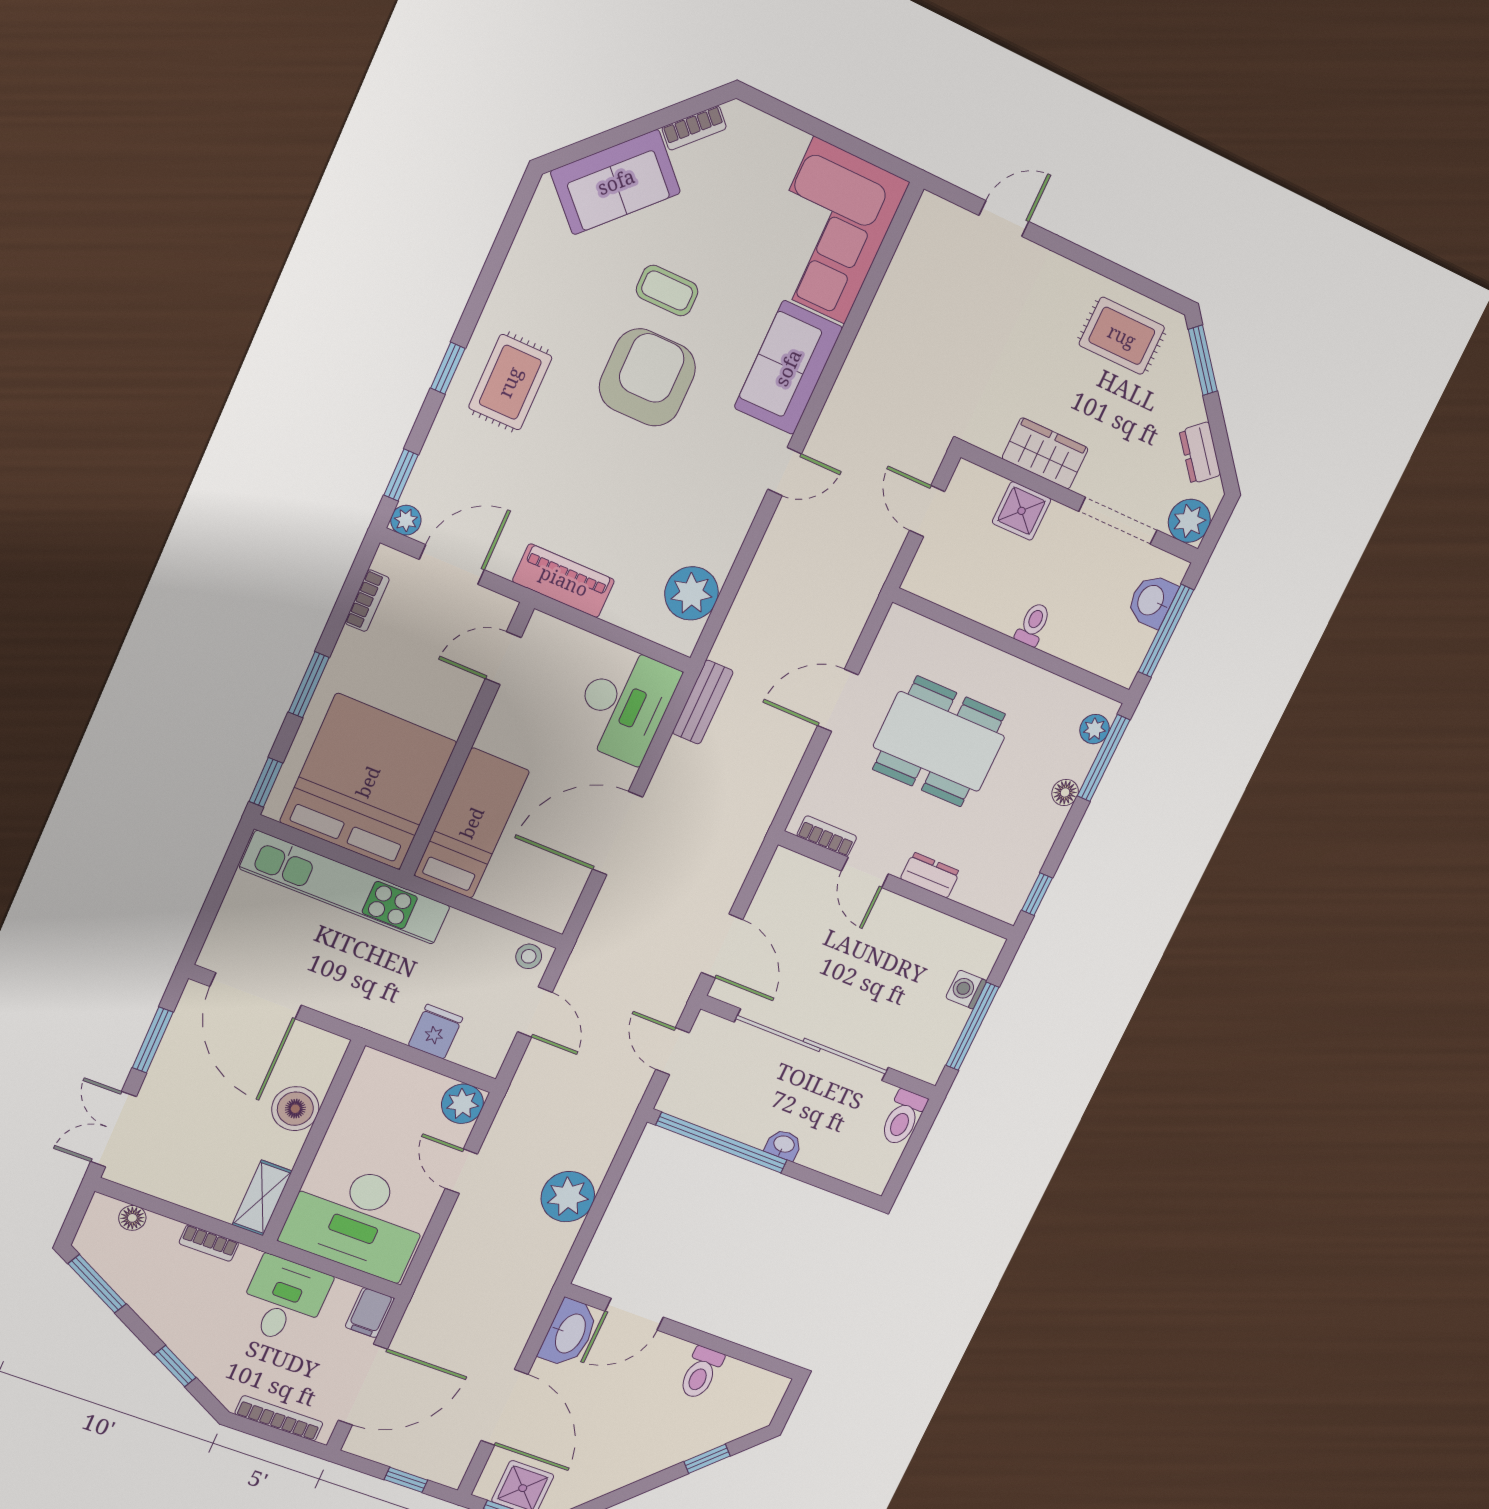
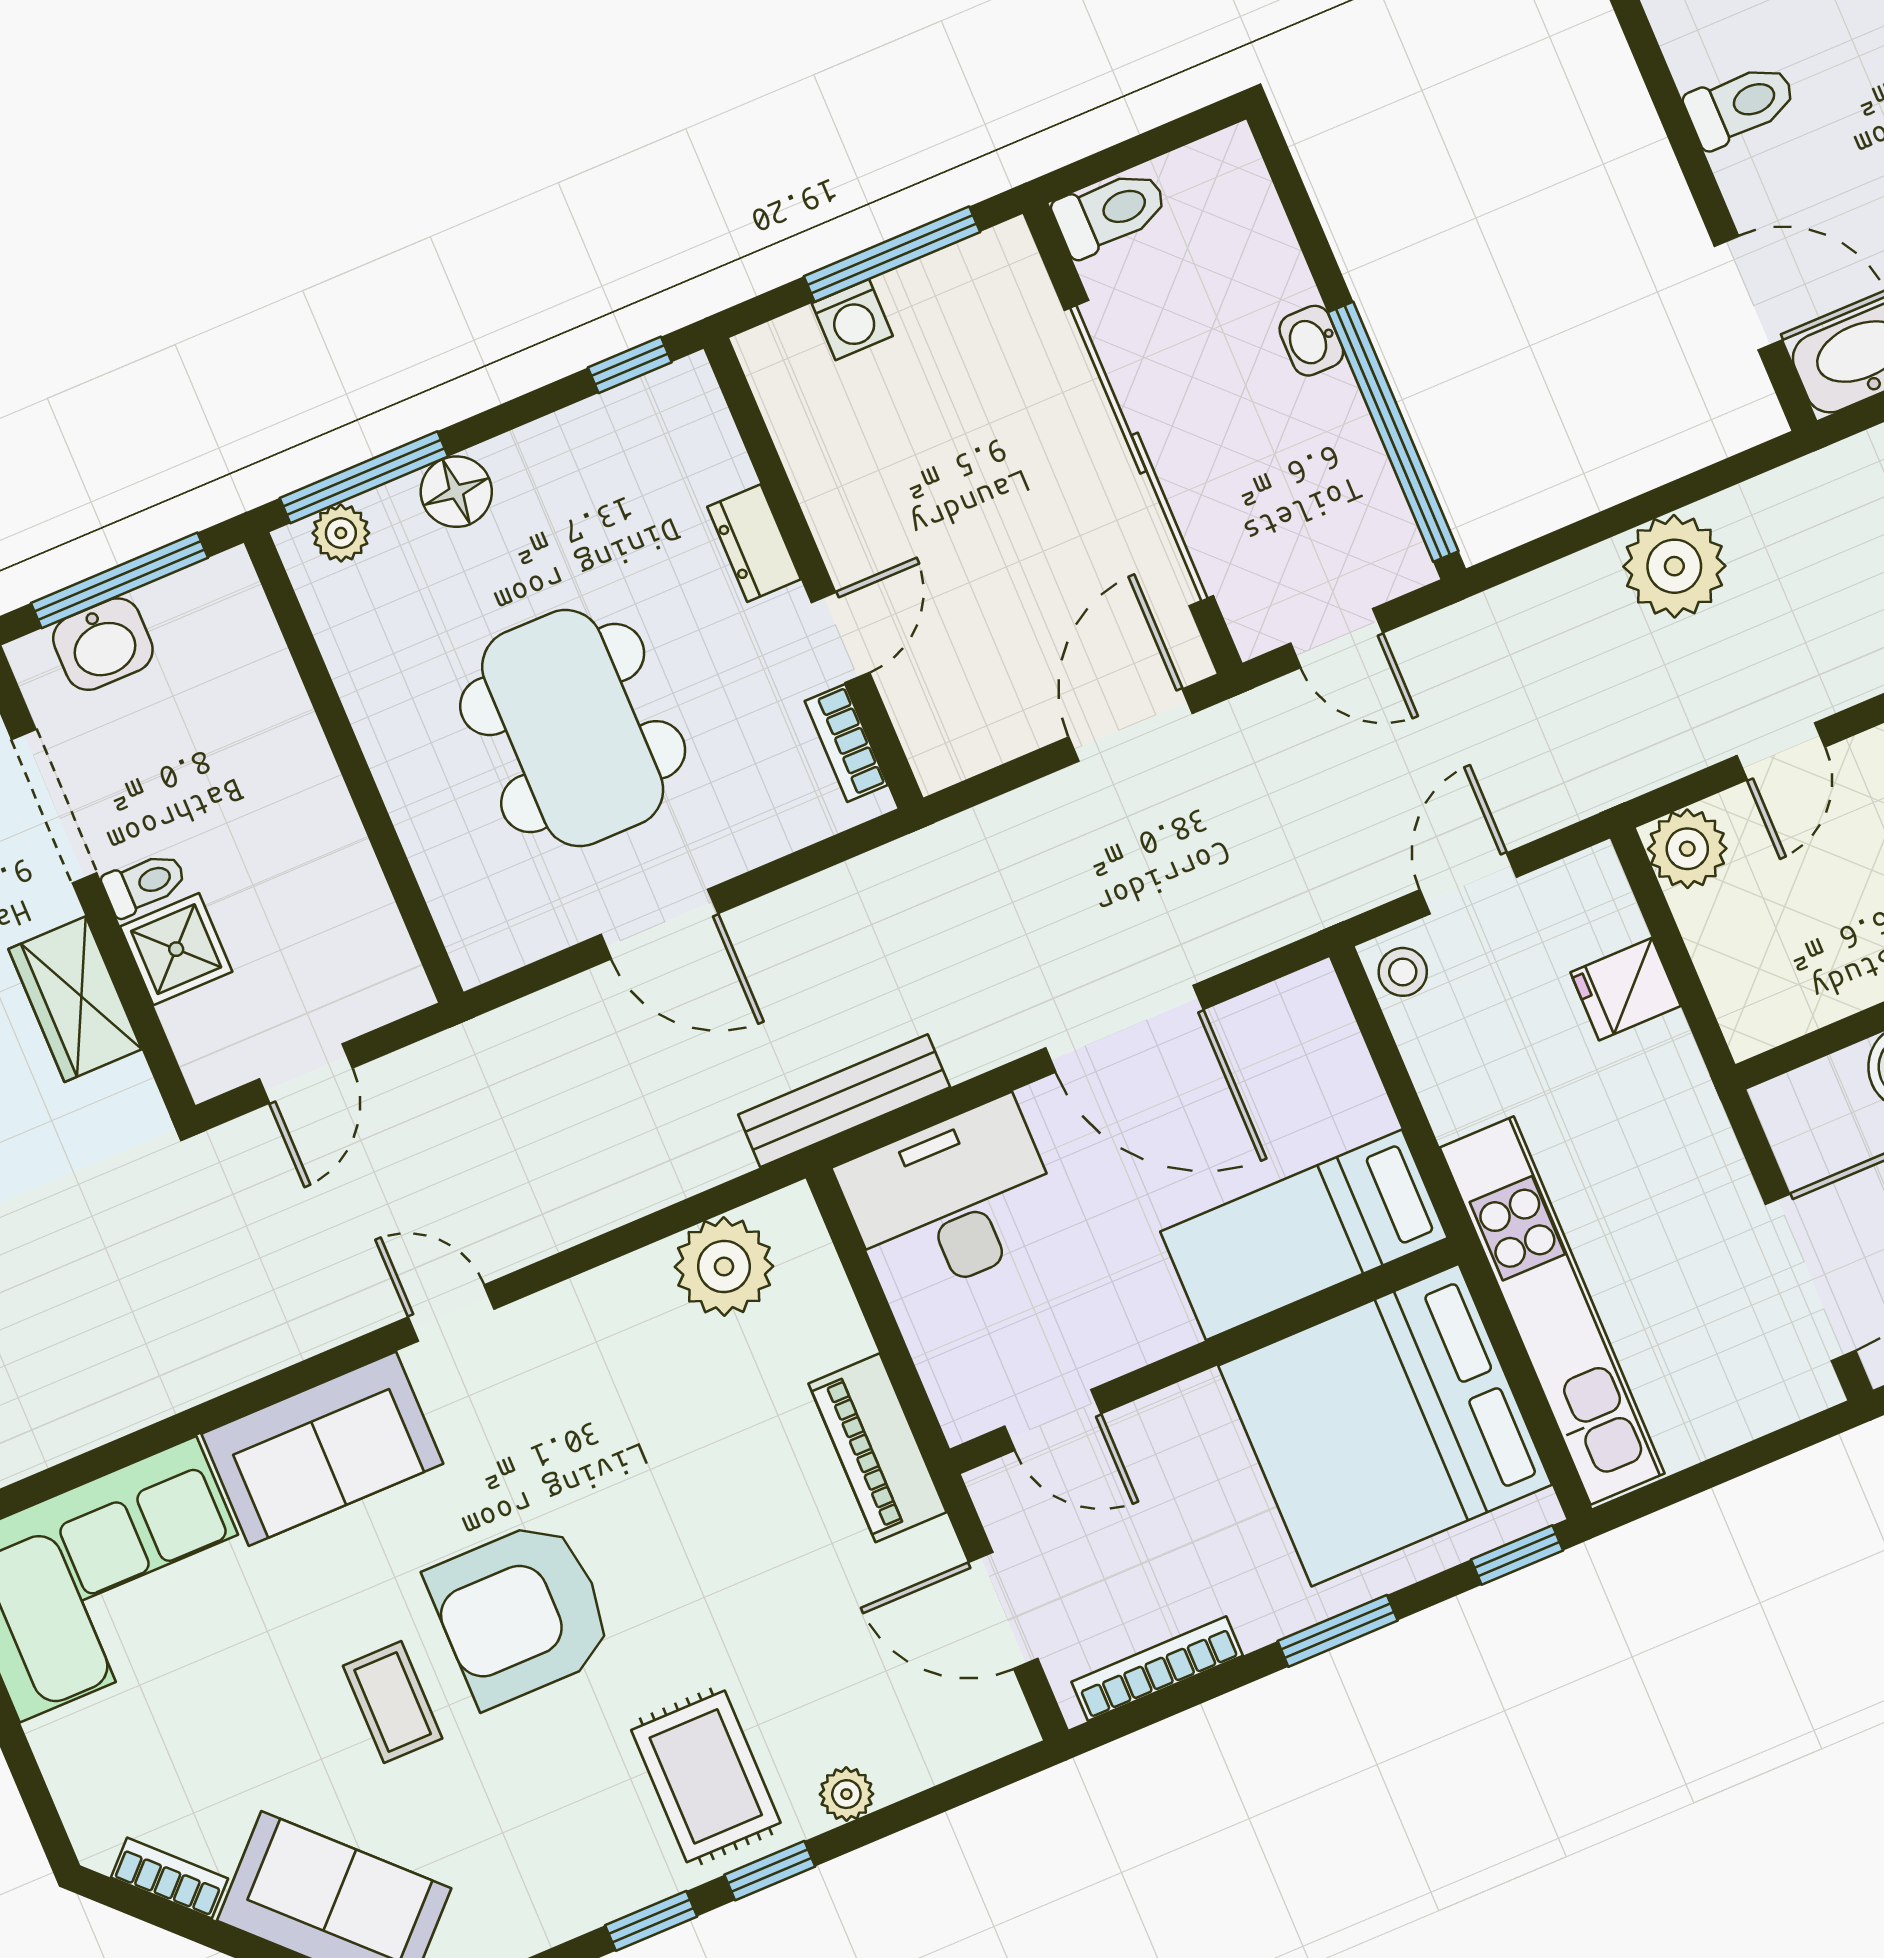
rug: (510, 382) -> (706, 1776), turned 90
window: (401, 475) -> (651, 1921), moved
plant: (406, 520) -> (846, 1794), moved
bookcase: (367, 601) -> (1157, 1669), width x1.56
toilet: (1033, 624) -> (144, 884), moved, turned 180
bench: (703, 702) -> (844, 1101), width x1.36
floor lamp: (1065, 793) -> (456, 492), width x1.37, depth x1.37
door: (672, 1051) -> (1337, 638), hinge flipped

